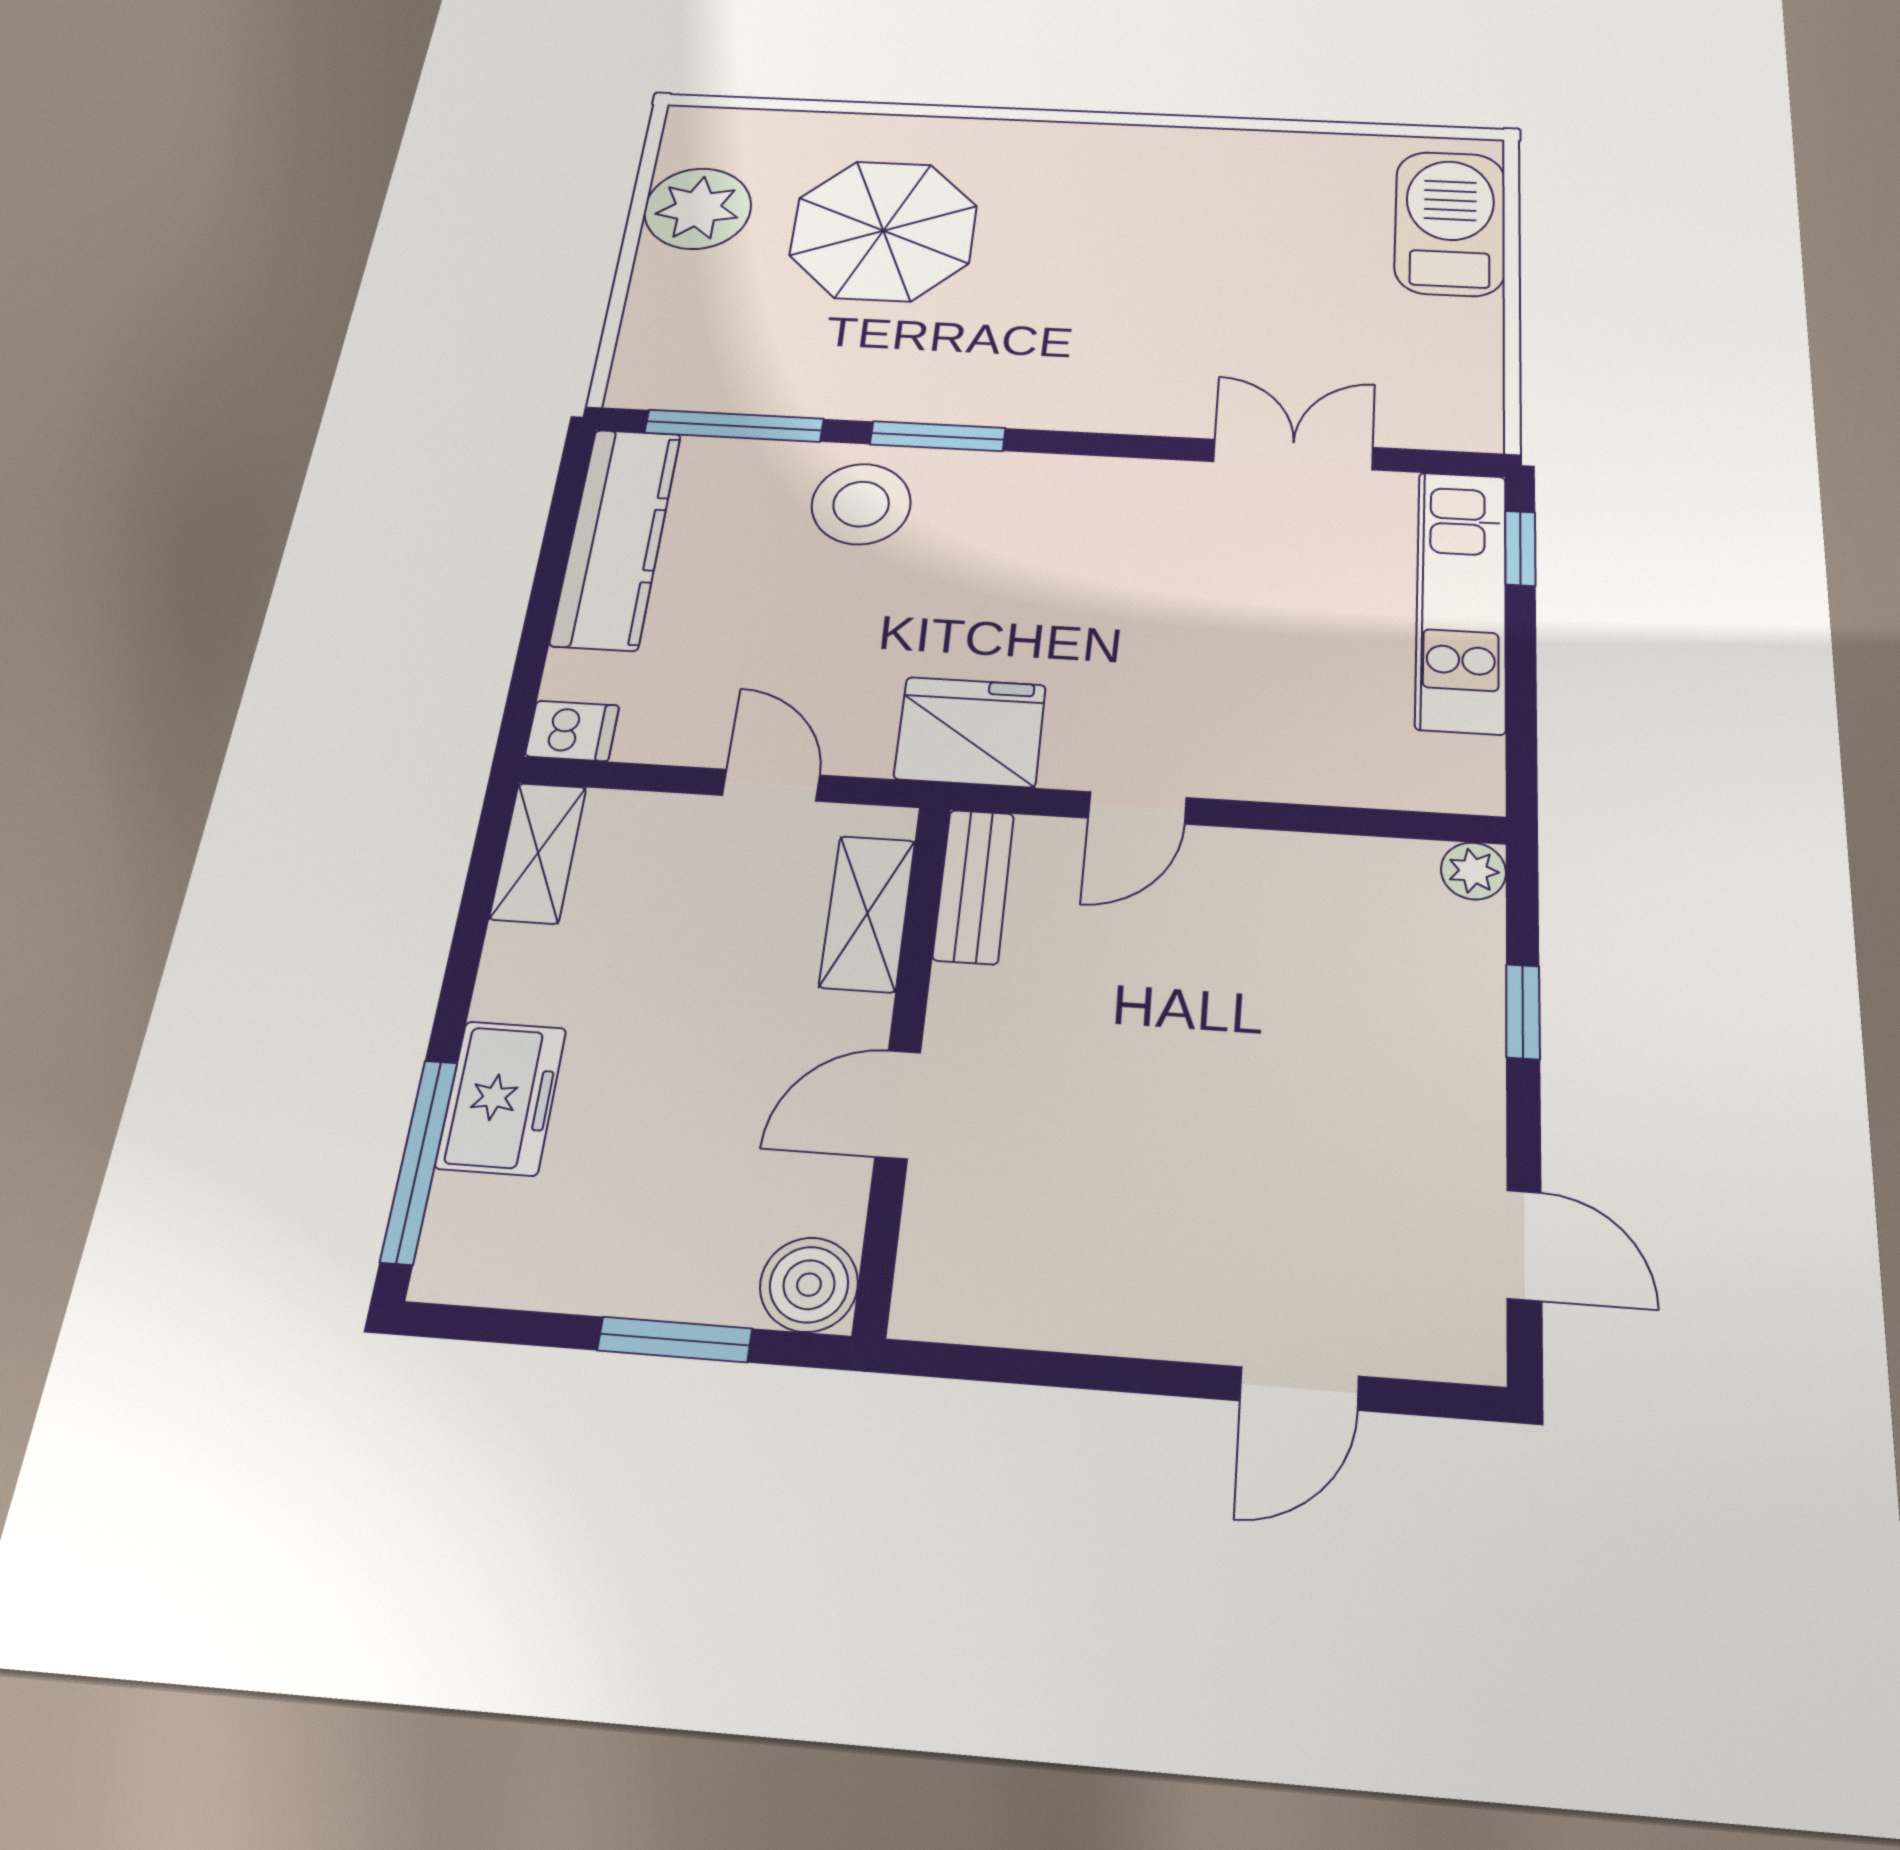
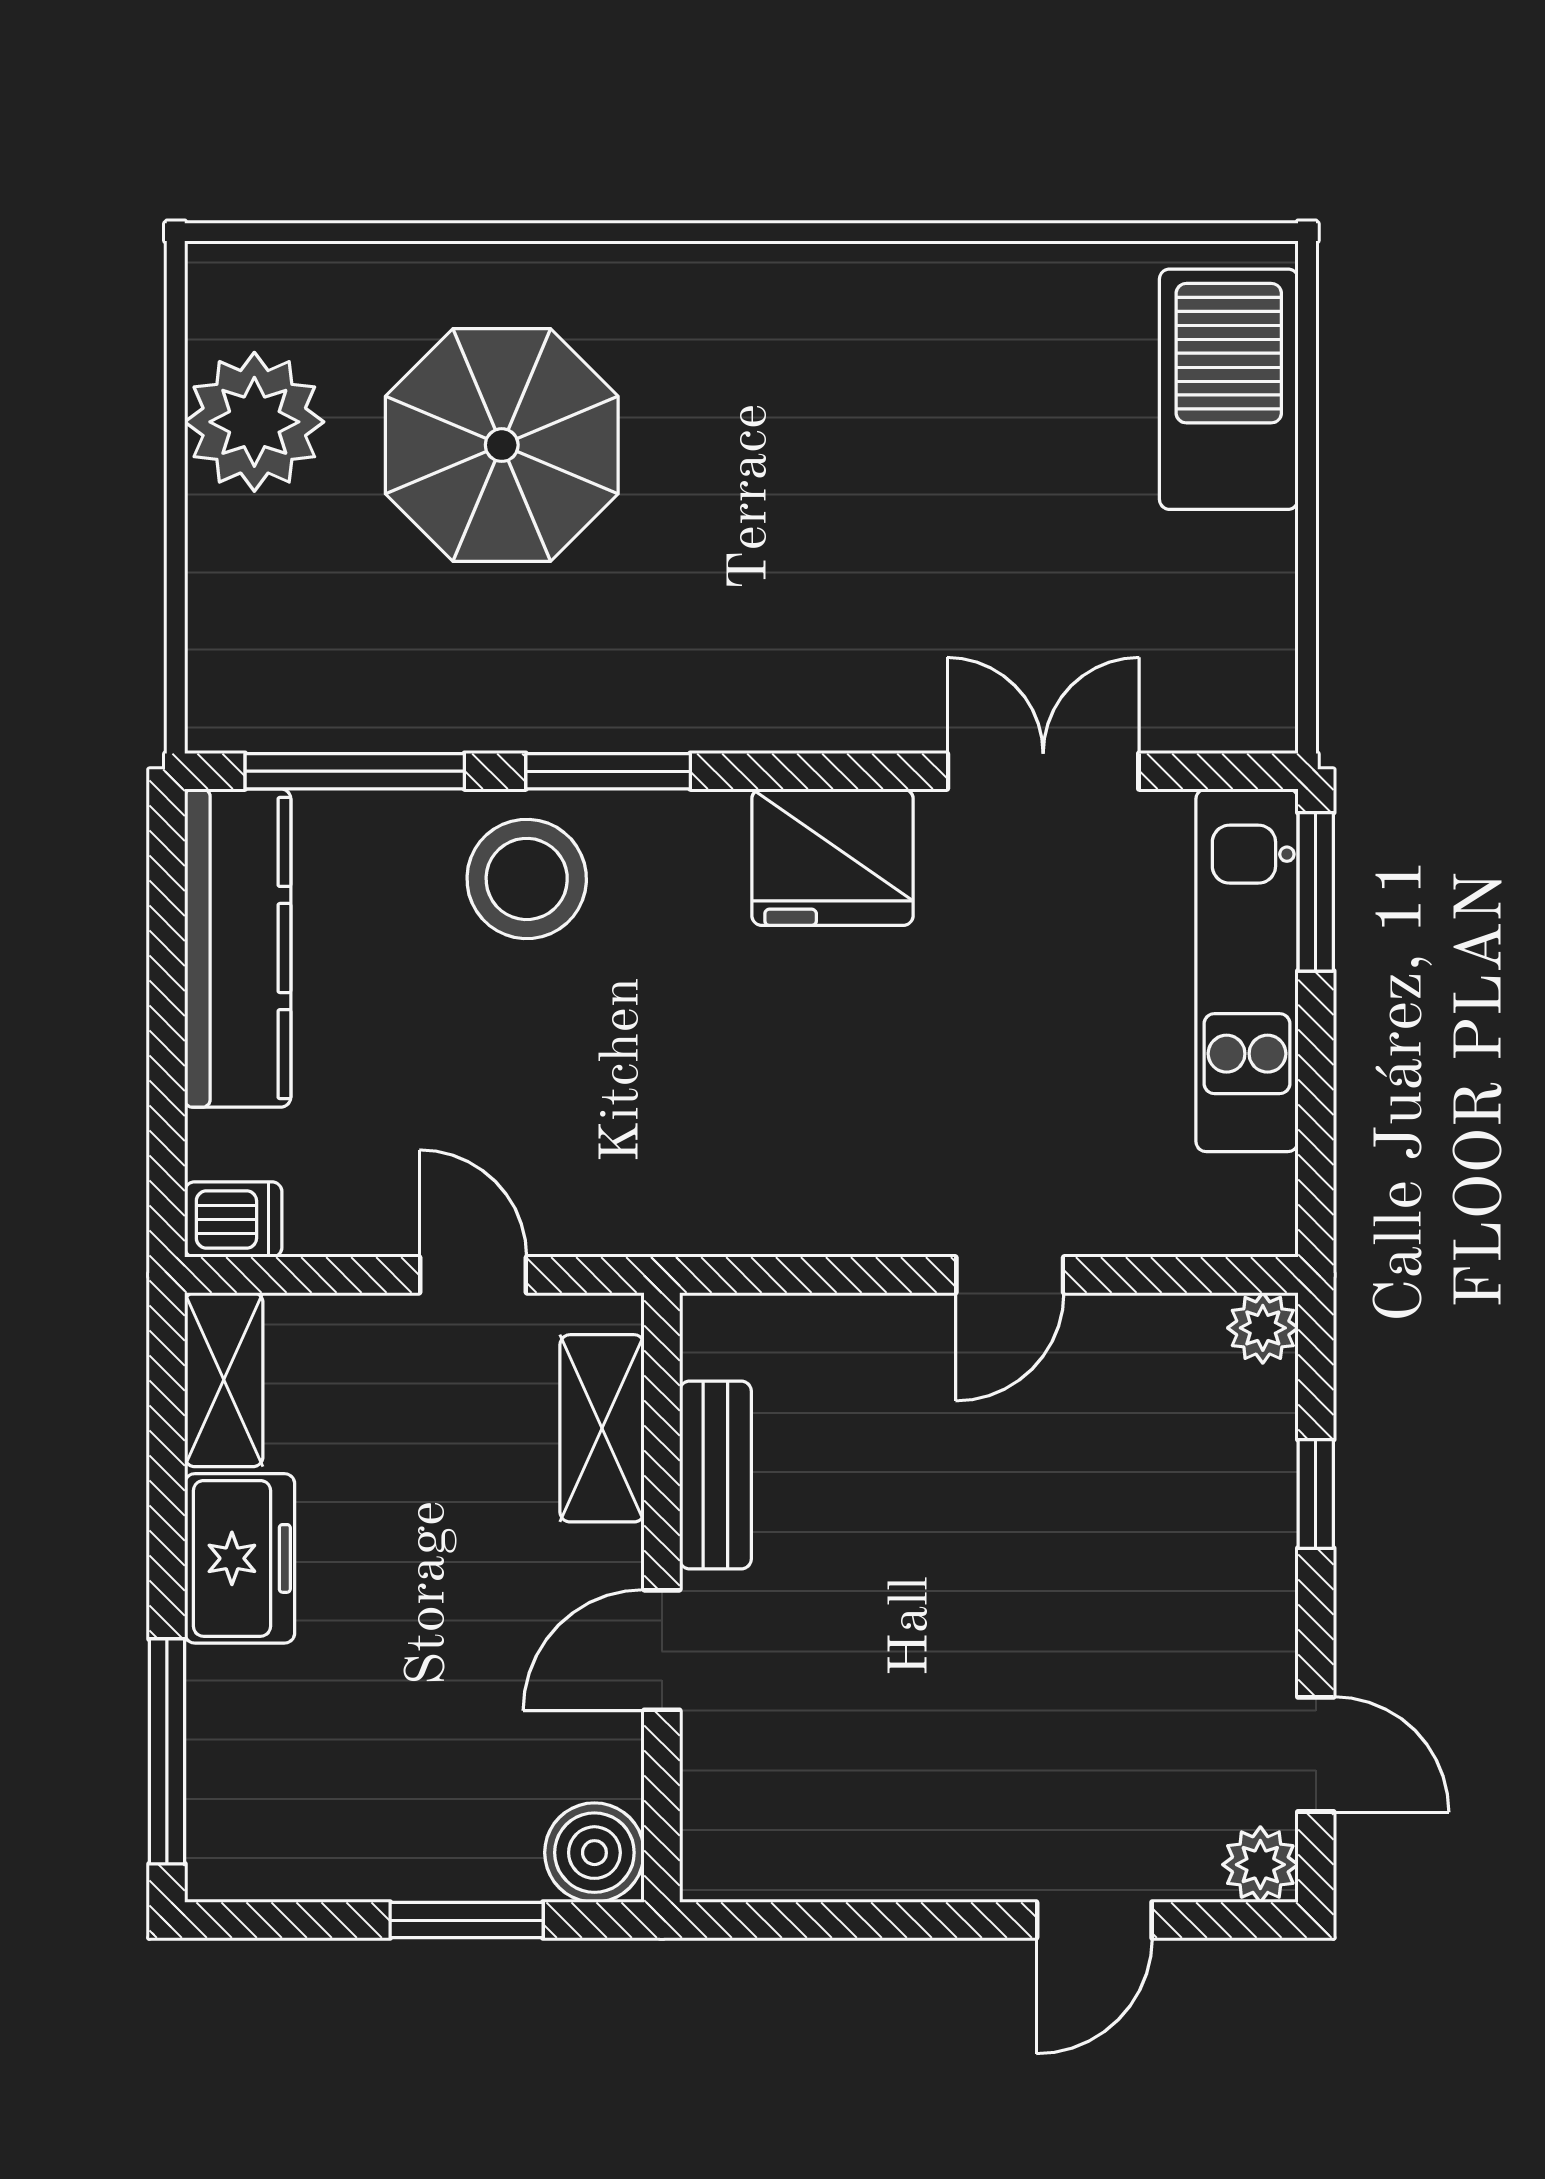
window: (1520, 548) -> (1316, 892), width x1.50
fridge: (970, 732) -> (833, 857), moved, turned 180
door: (1137, 808) -> (1010, 1275), moved
bench: (974, 886) -> (715, 1475), moved
freezer: (501, 1098) -> (240, 1558), moved
plant: (1469, 1347) -> (1260, 1865), added

